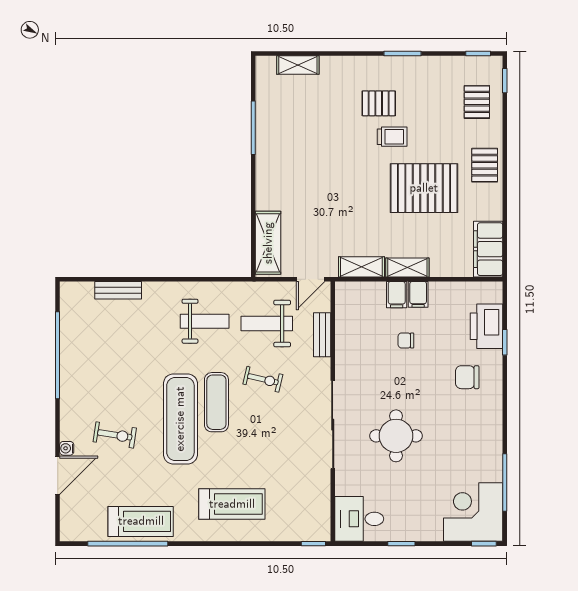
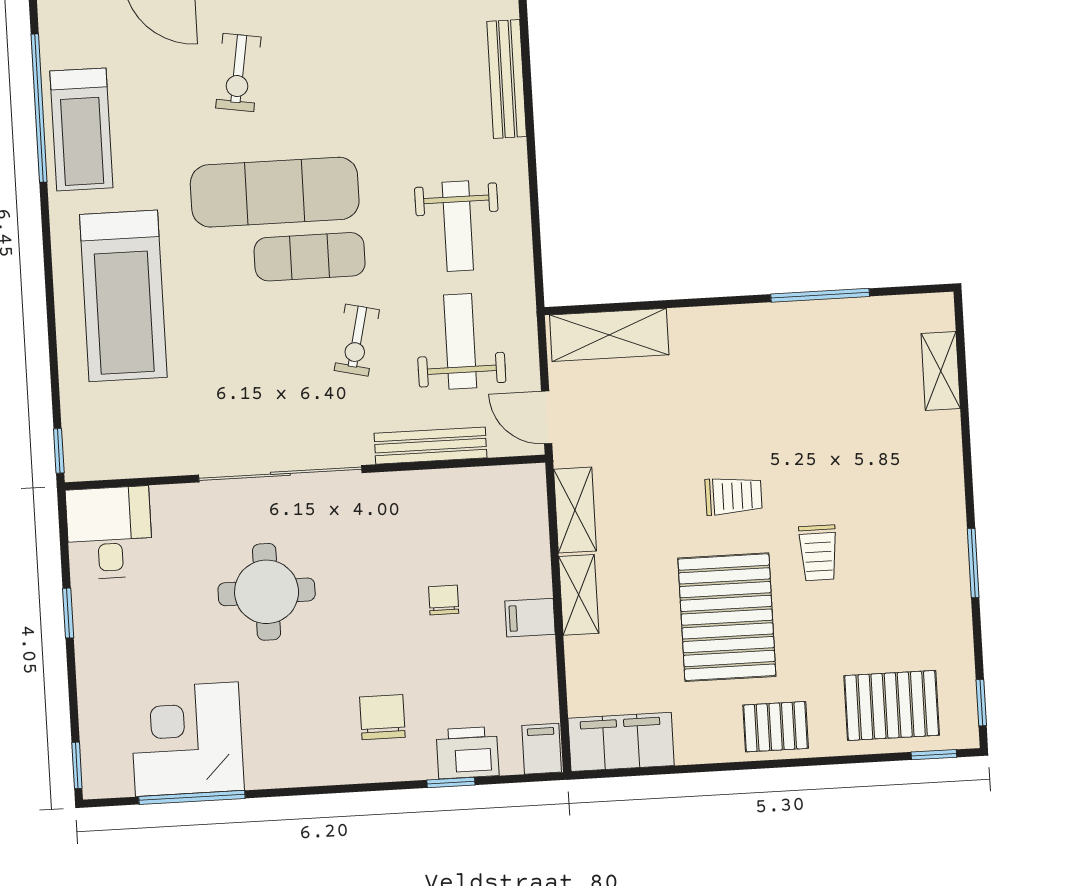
pallet: (477, 102) -> (892, 705), width x1.50, depth x1.42
pallet: (379, 103) -> (879, 524), removed
trolley: (359, 181) -> (734, 496), added
bench: (118, 290) -> (507, 79), width x1.36
filing cabinet: (397, 295) -> (542, 749), moved, turned 90
printer: (486, 326) -> (468, 753), width x0.73, depth x0.84
bench: (322, 335) -> (431, 446), width x1.36
treadmill: (232, 504) -> (123, 296), width x1.37, depth x1.38
corner desk: (473, 512) -> (187, 739), moved, turned -90

